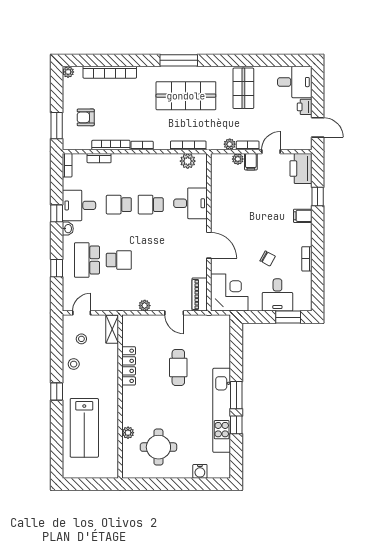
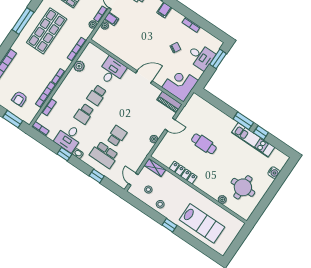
plant: (188, 161) -> (79, 66), moved
kitchen unit: (222, 410) -> (253, 140), width x0.73

